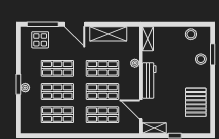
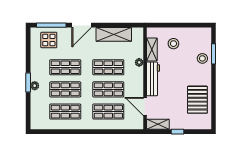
door: (75, 24) -> (82, 25), hinge flipped
stool: (191, 34) -> (173, 44), moved
shelving: (148, 39) -> (152, 49), moved

